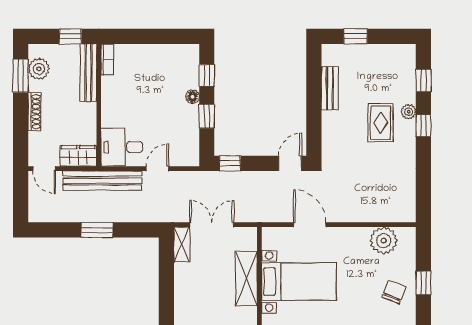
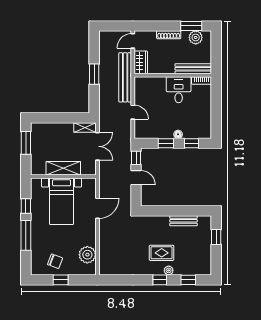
window: (70, 36) -> (216, 57), removed
desk: (122, 147) -> (179, 90), moved
door: (290, 163) -> (136, 178), moved

